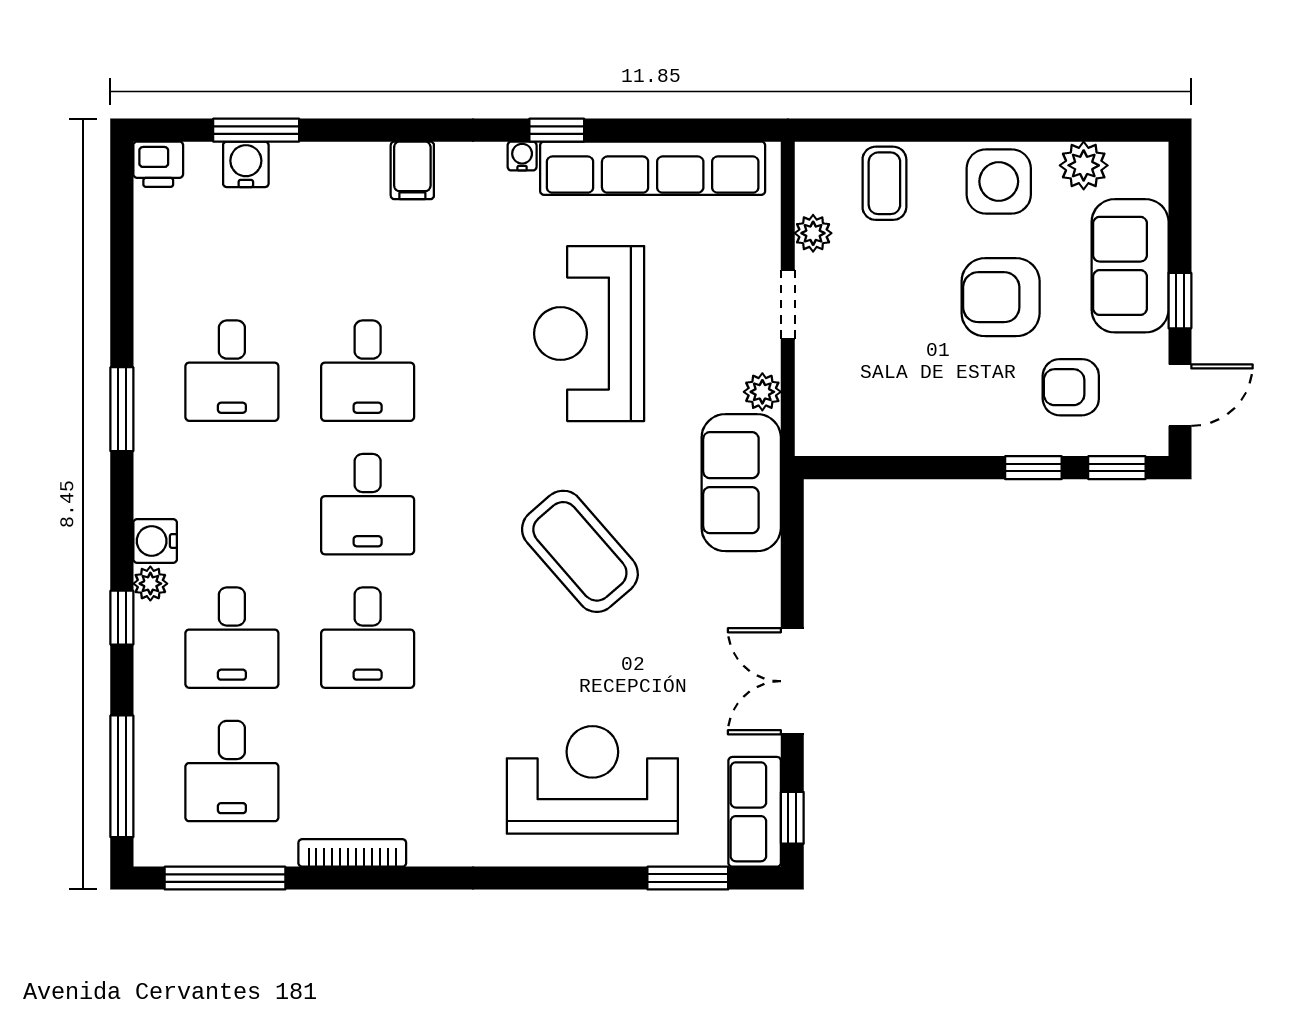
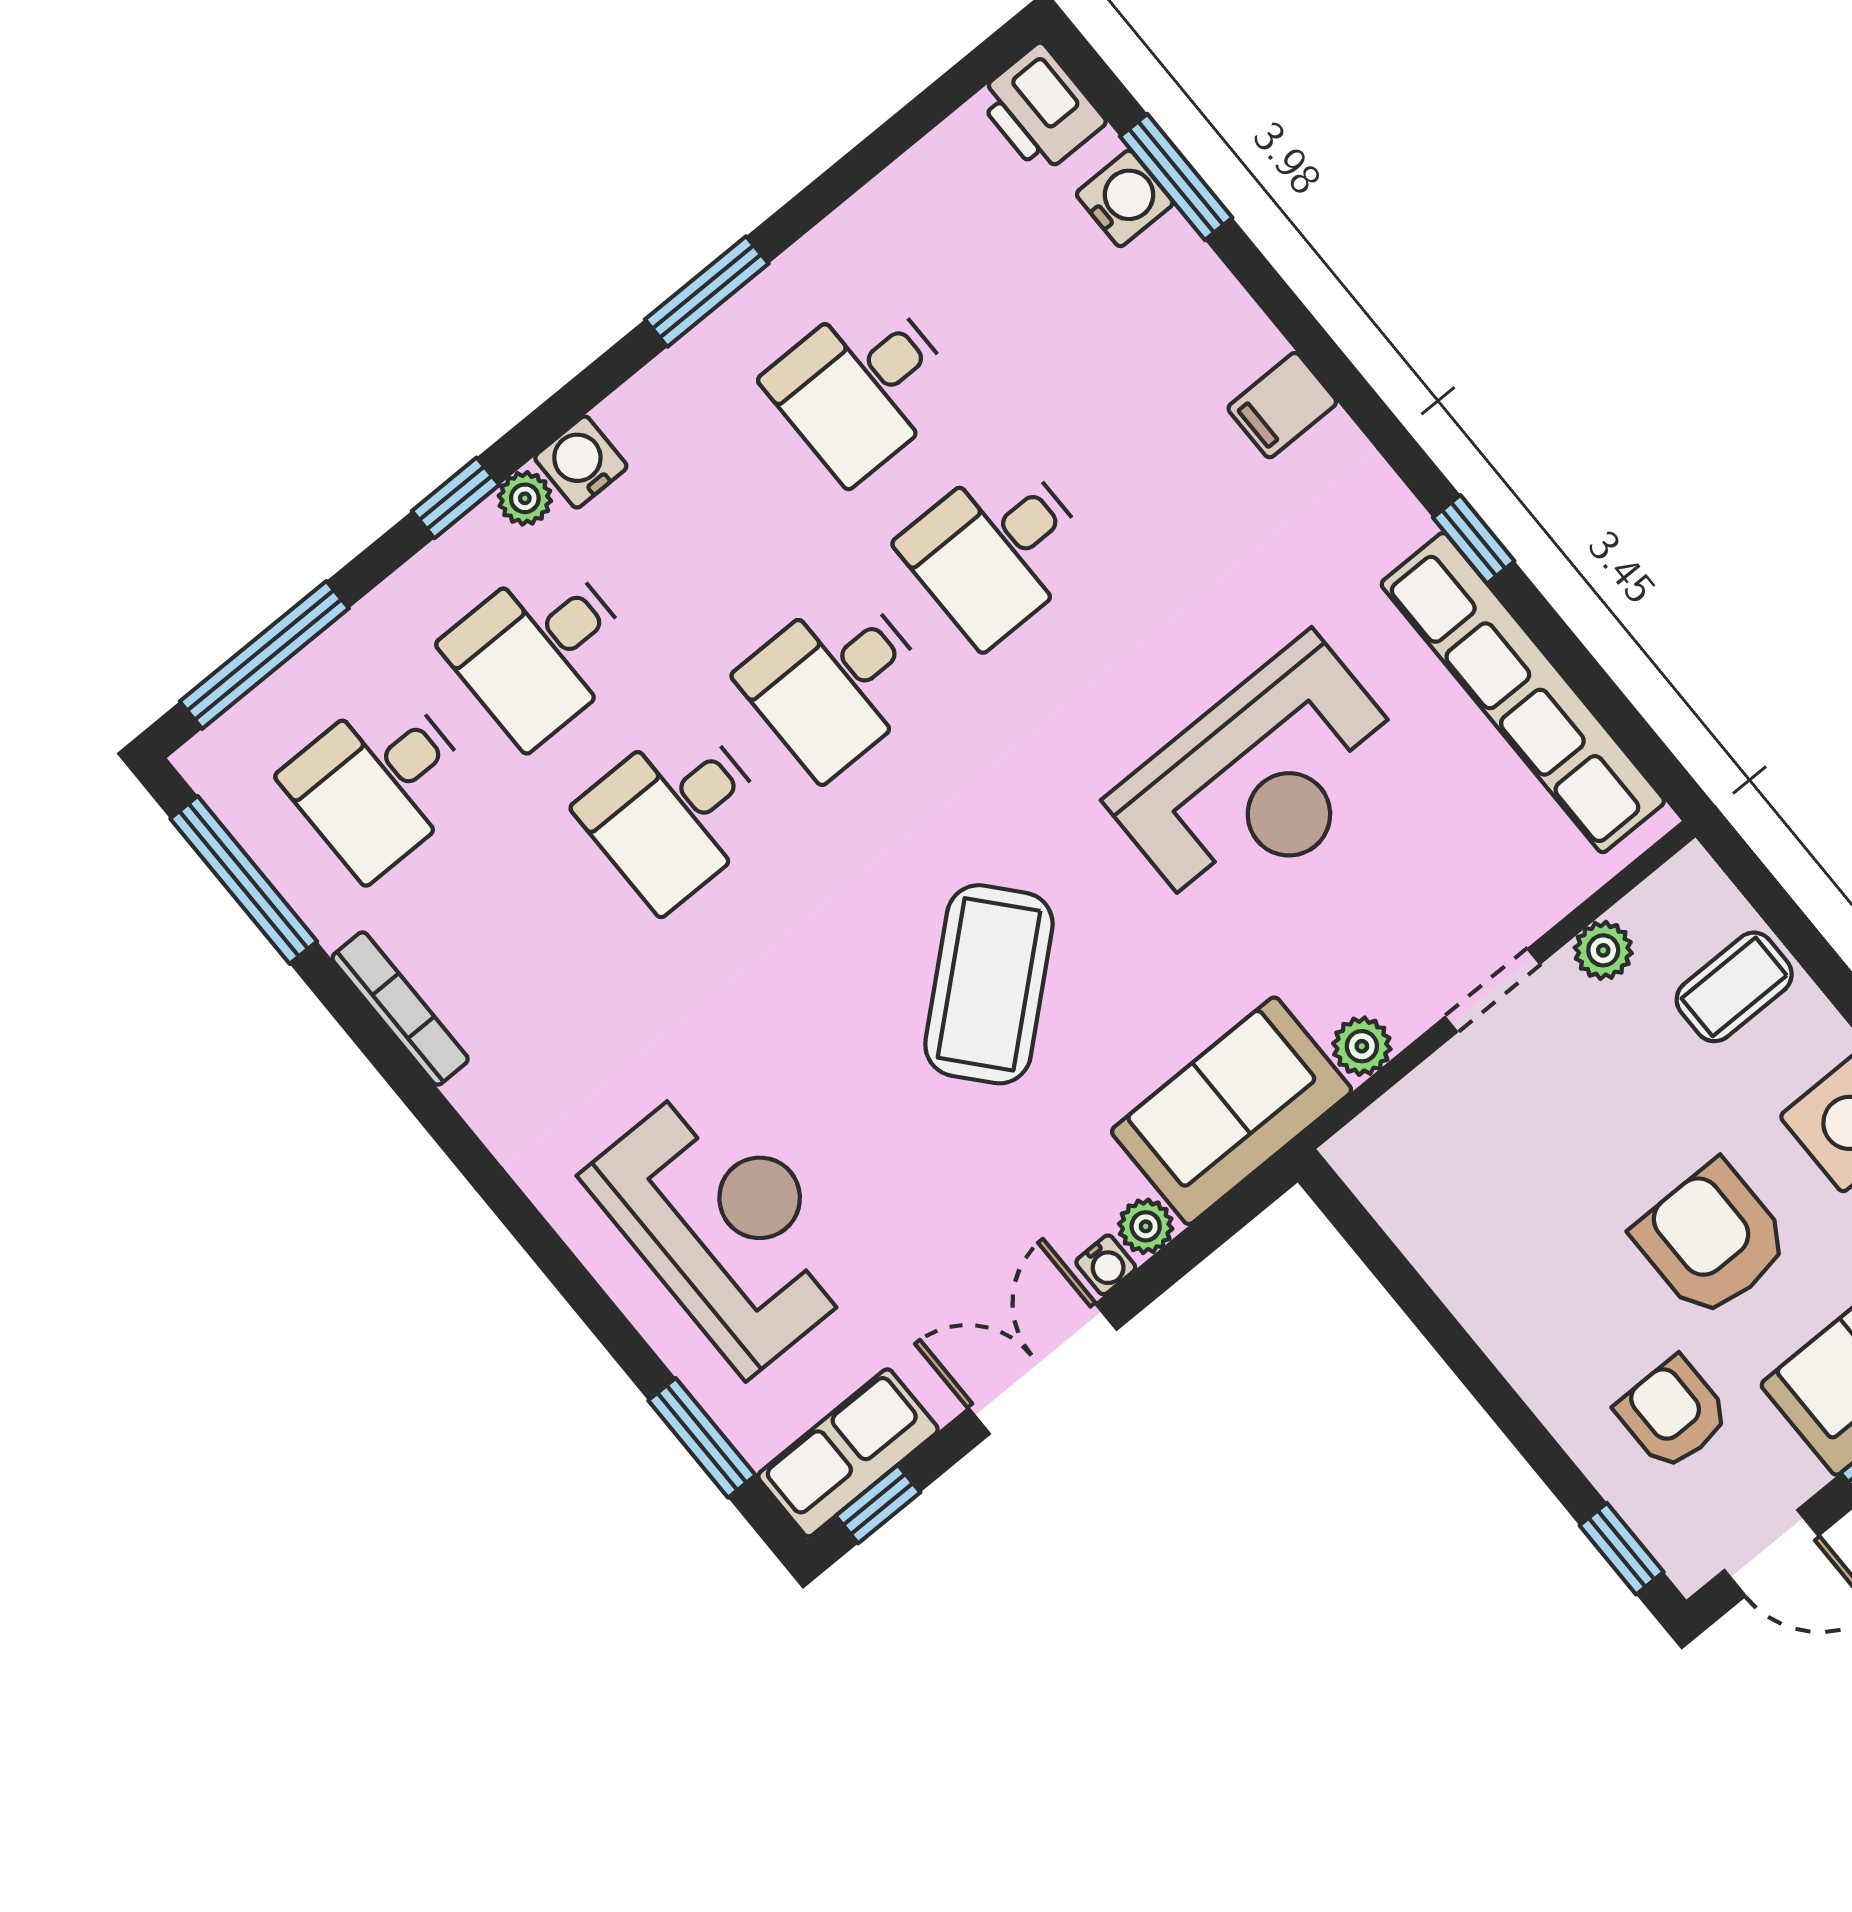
water cooler: (522, 156) -> (1106, 1265), moved, turned 90
printer: (158, 164) -> (1041, 109), width x1.36, depth x1.24
reception desk: (589, 334) -> (1261, 780), turned 180
window: (1033, 468) -> (1539, 1448), removed
plant: (764, 572) -> (1146, 1226), added

